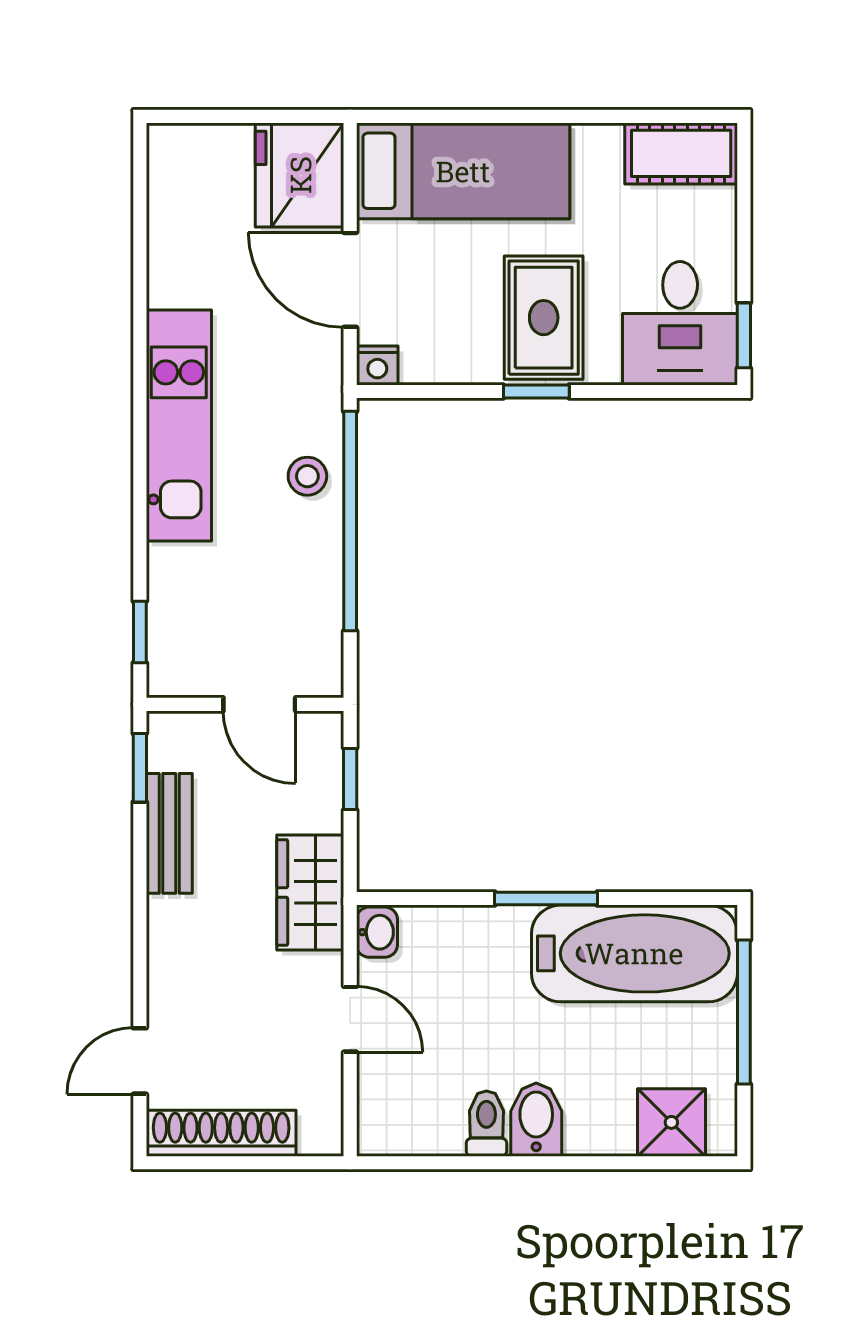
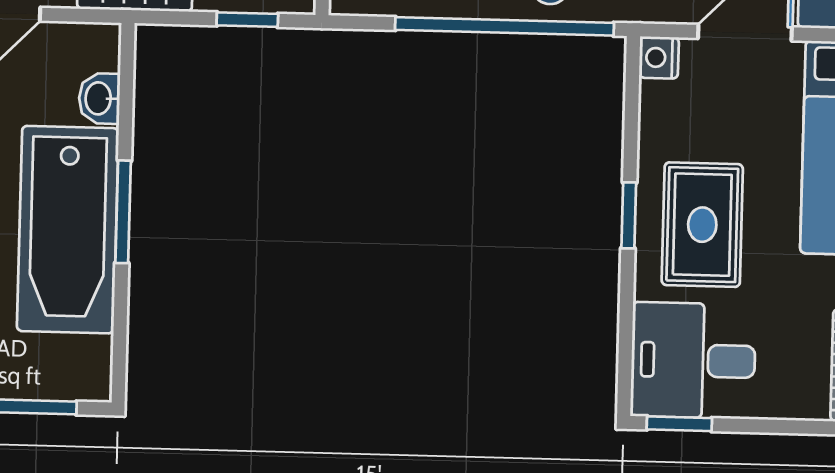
rug: (544, 318) -> (702, 225), turned 90
washbasin: (377, 932) -> (99, 98), moved, turned 90
bathtub: (634, 953) -> (68, 230), moved

